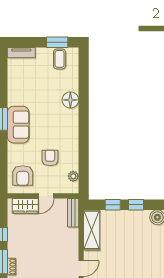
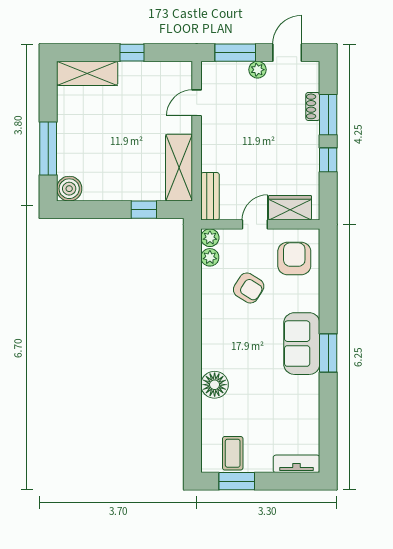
armchair: (50, 158) -> (249, 288), turned -58
plant: (73, 188) -> (210, 238), added
window: (136, 205) -> (105, 210), removed

